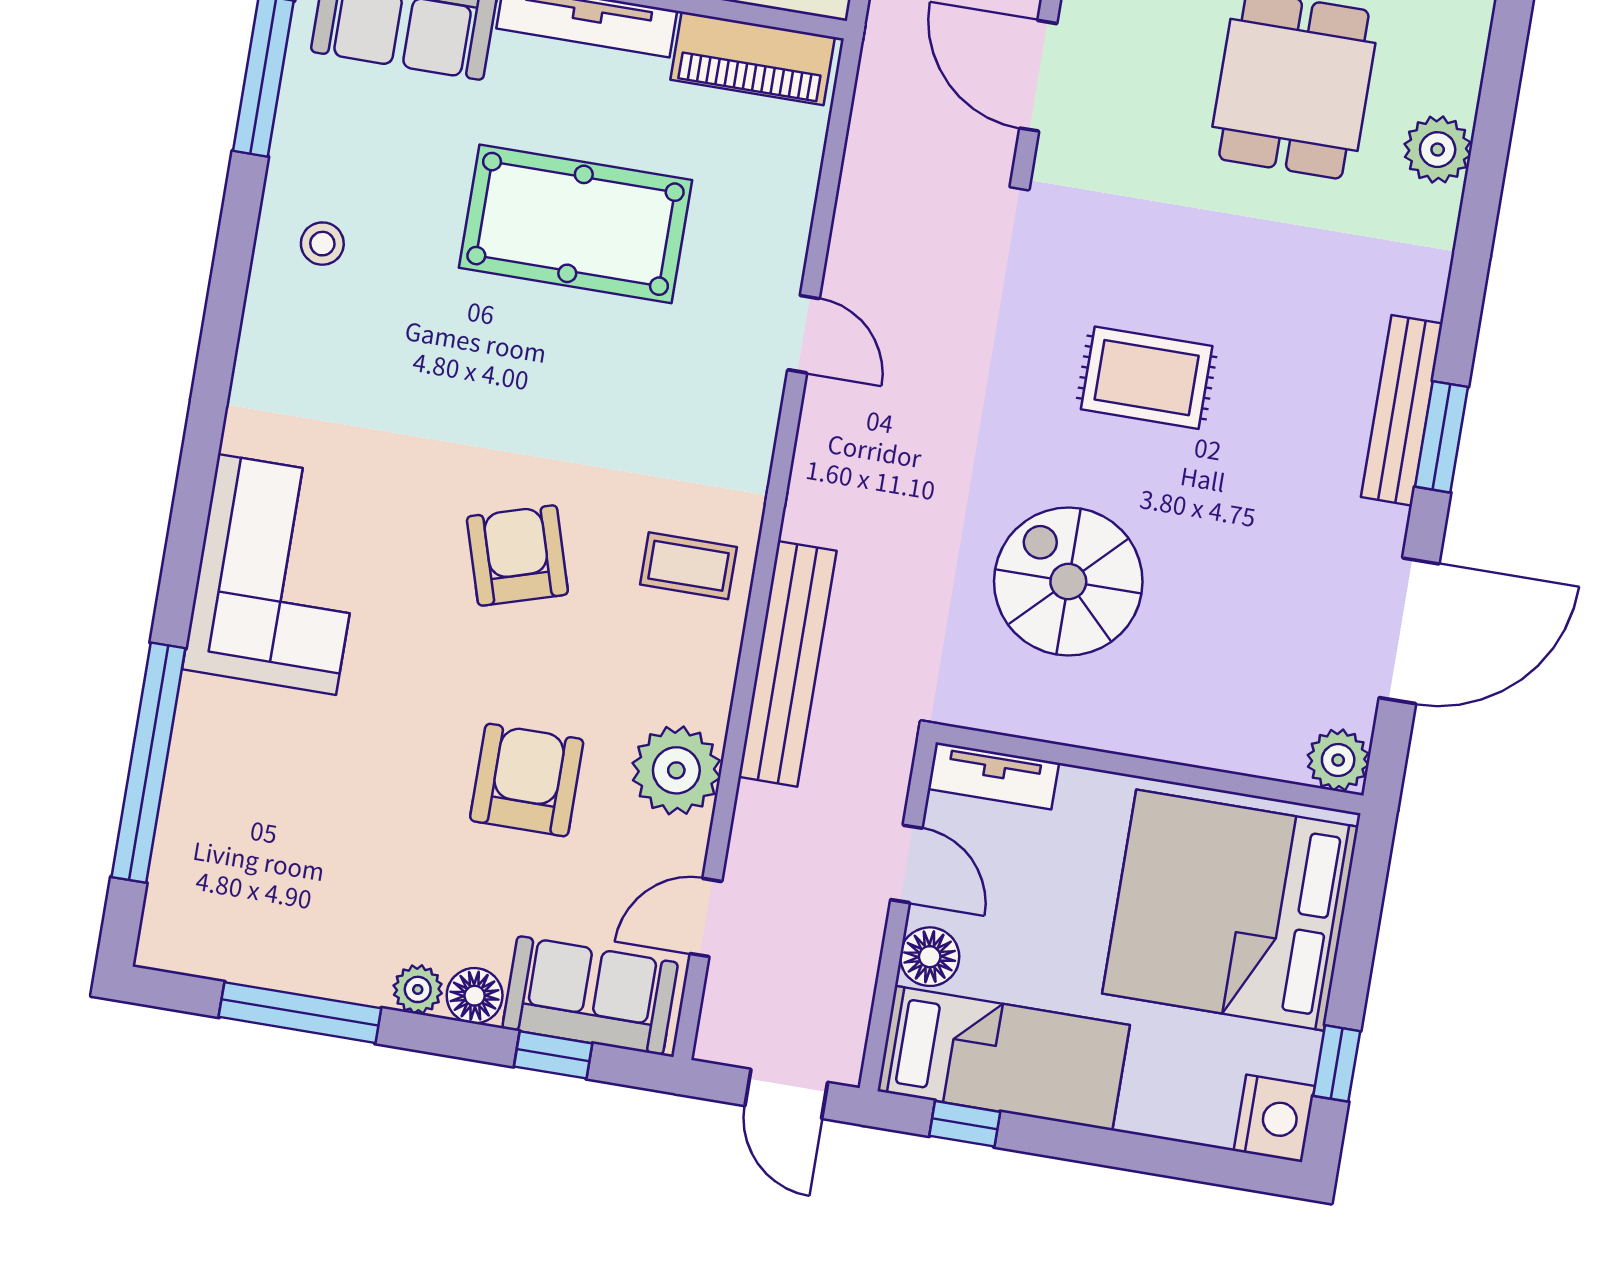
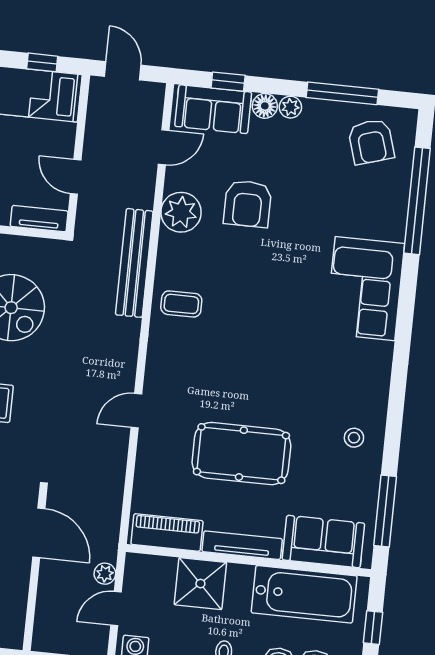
door: (804, 334) -> (136, 411), hinge flipped
armchair: (517, 555) -> (371, 142), moved
floor lamp: (930, 957) -> (63, 136), removed

